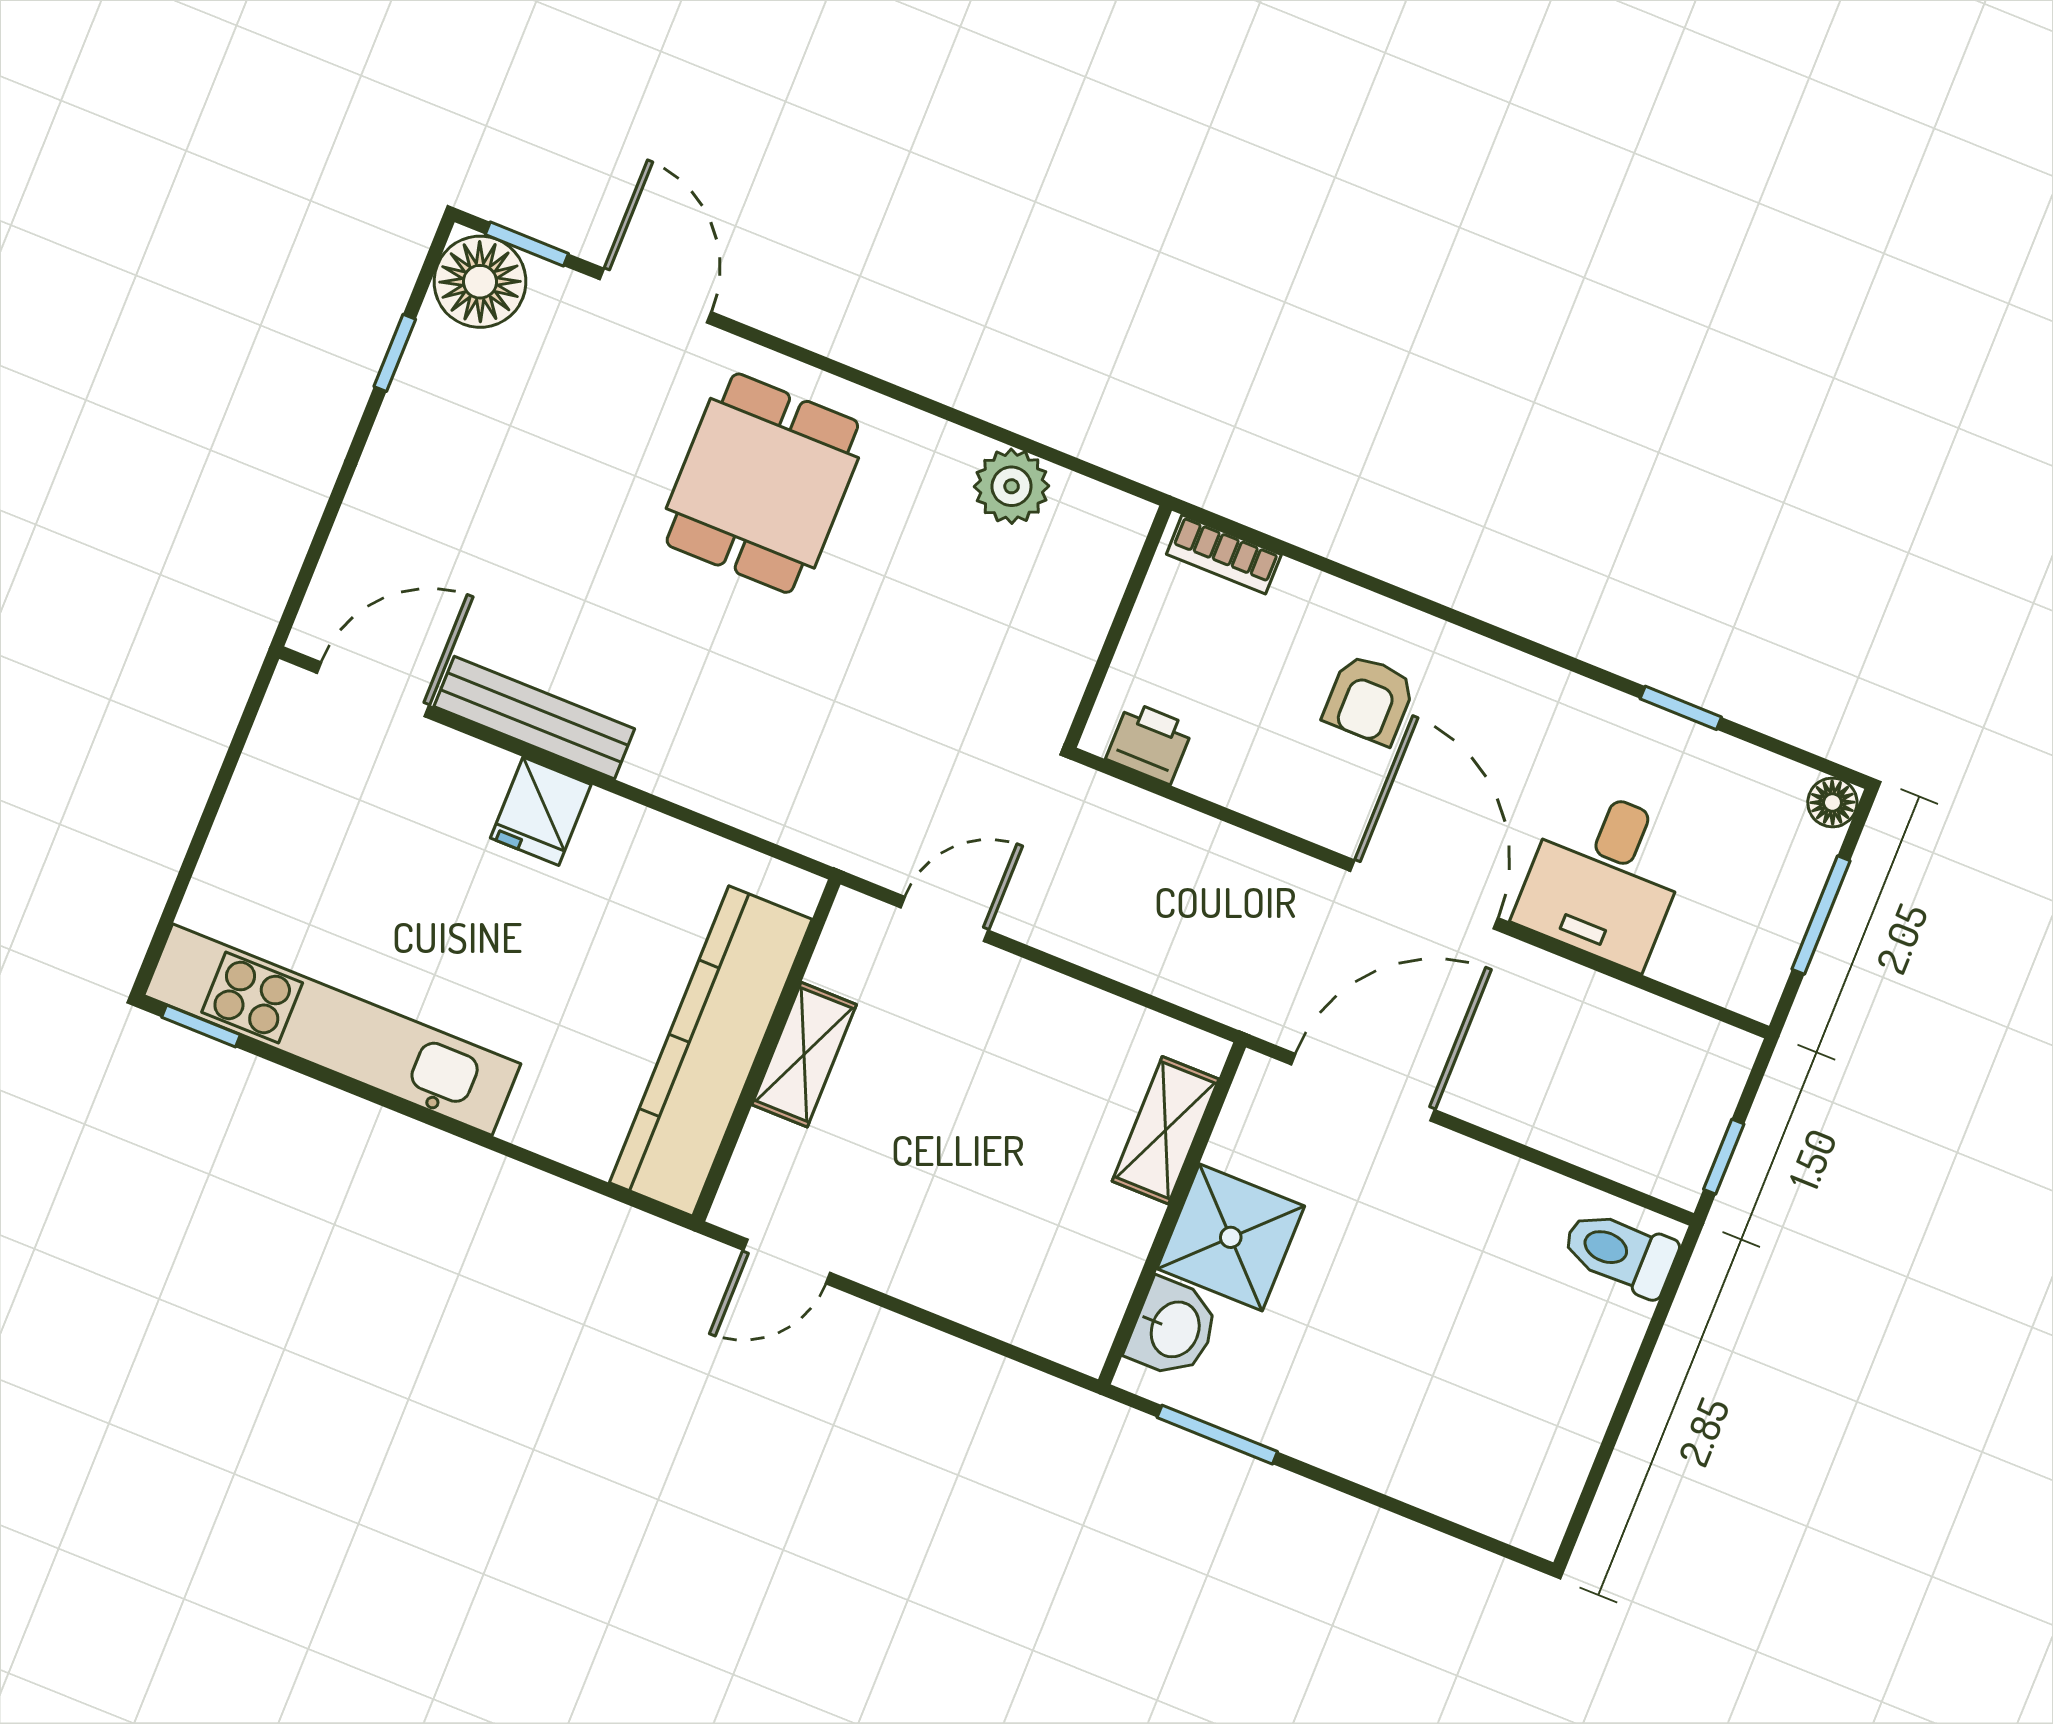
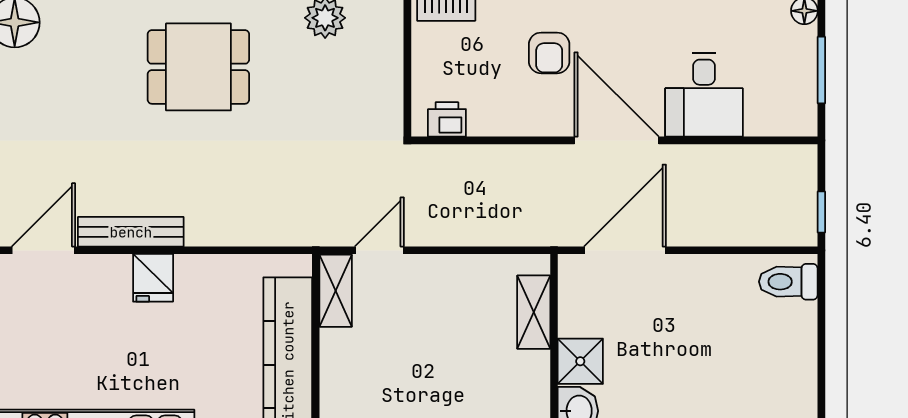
dining table: (762, 483) -> (198, 67), turned 90
shelving: (804, 1055) -> (336, 291), moved
shower: (1231, 1237) -> (580, 361), width x0.73, depth x0.73

